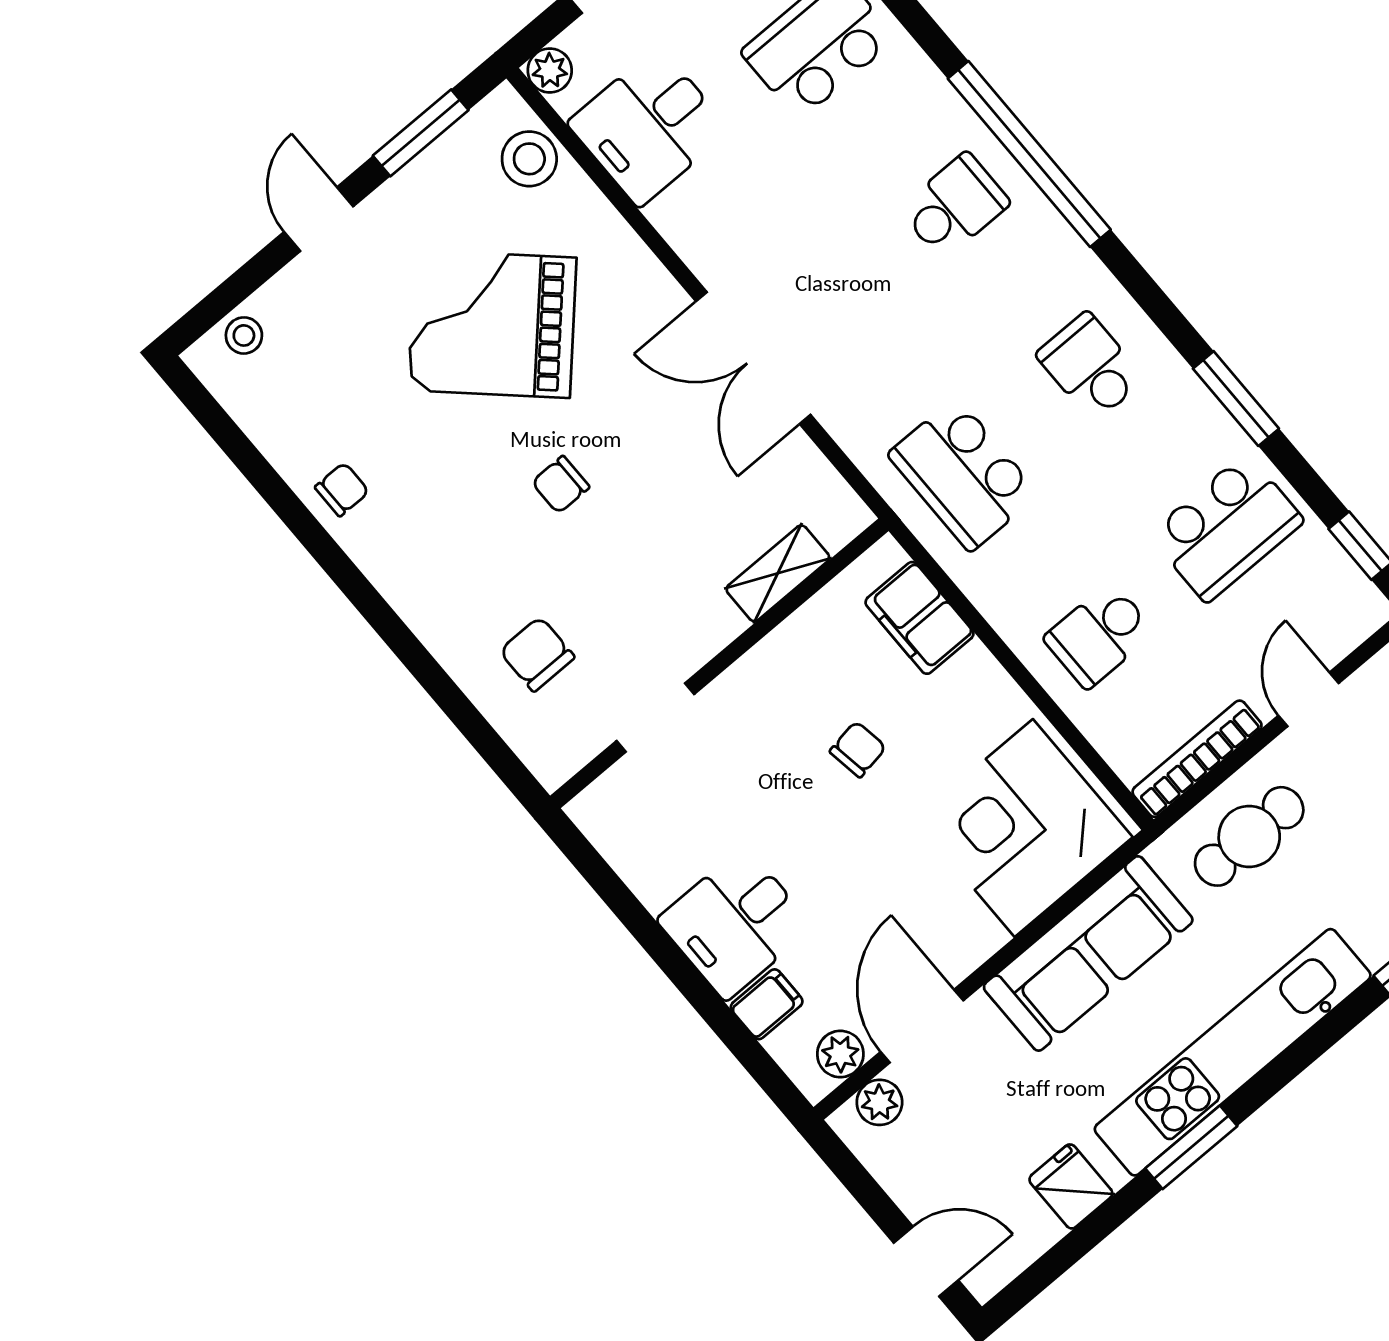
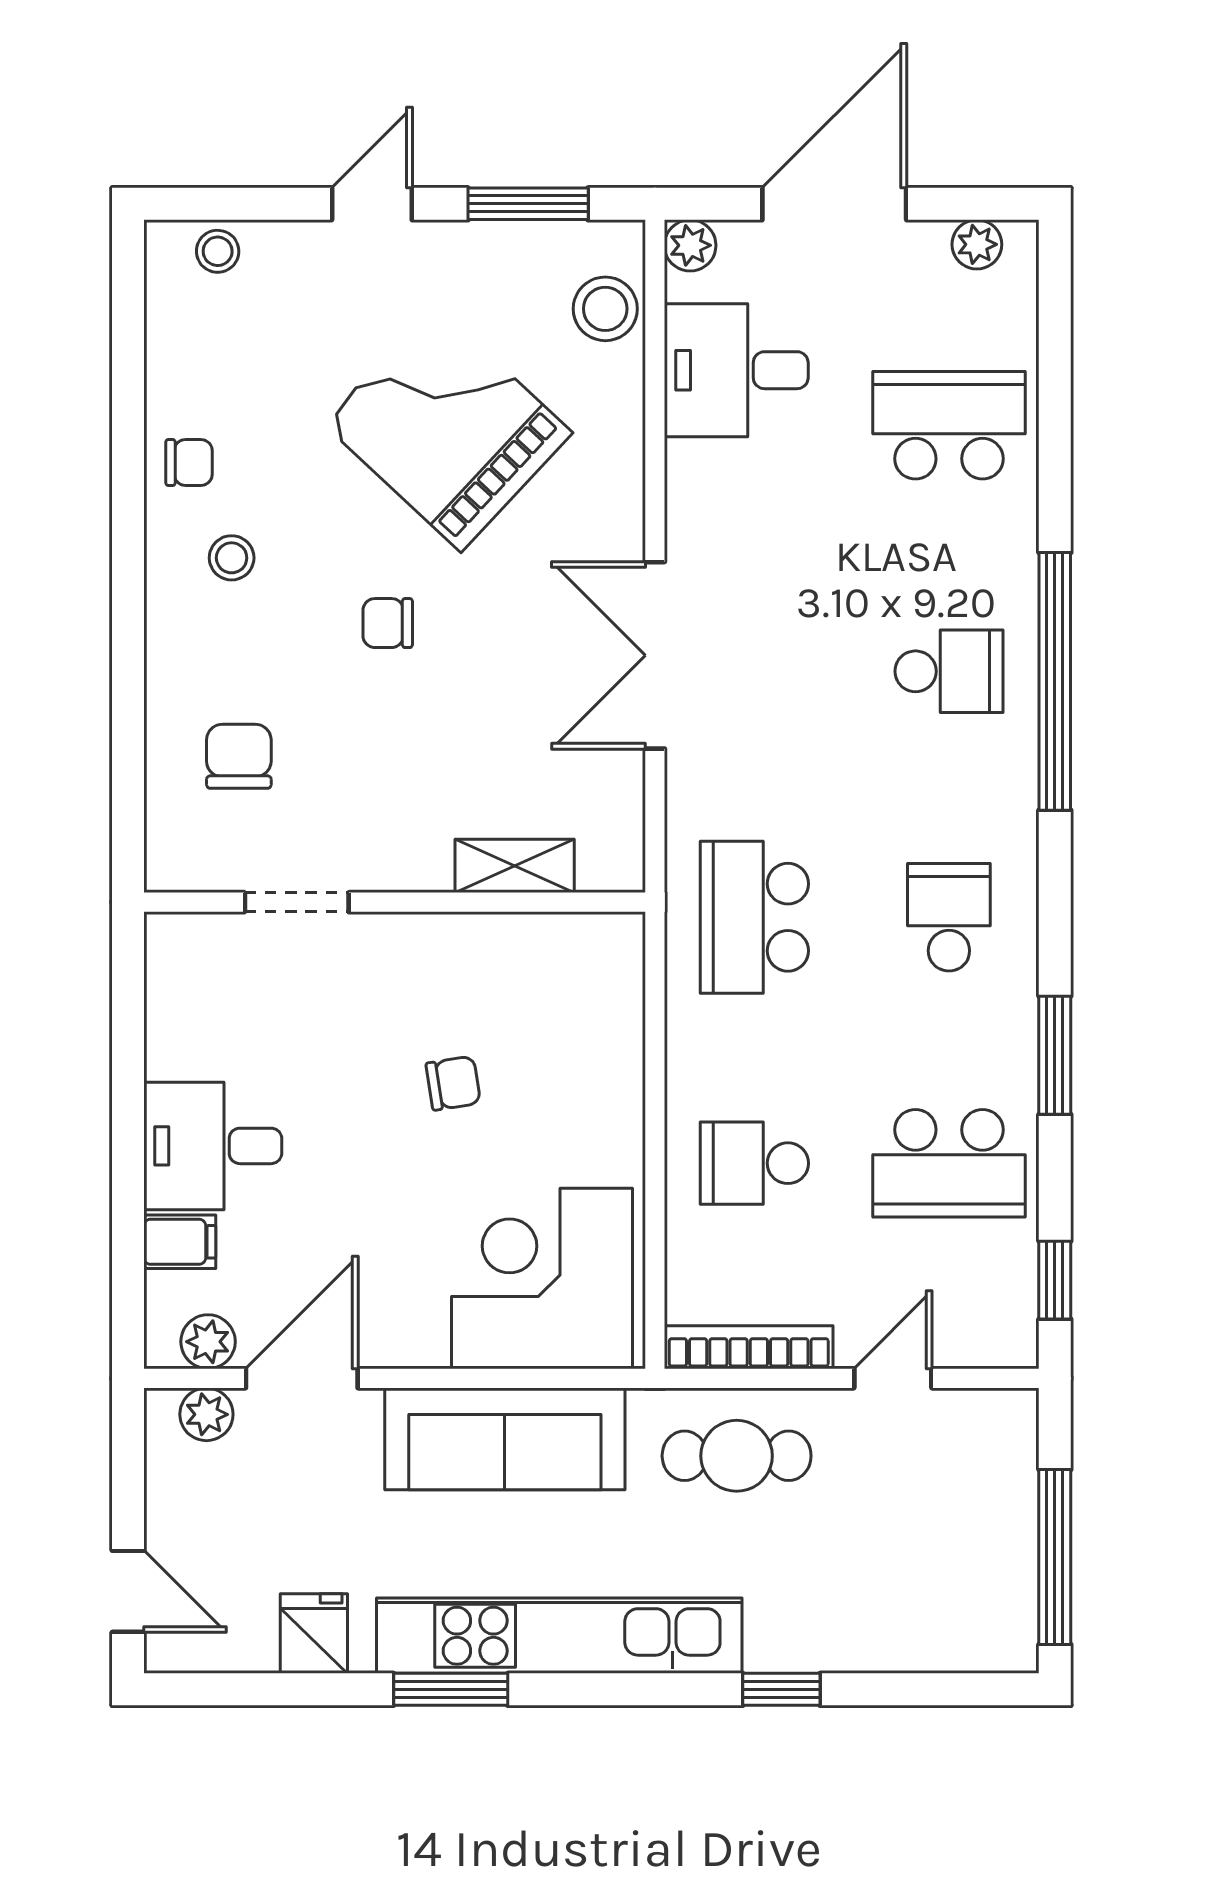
stool: (422, 528) -> (232, 558), added
filing cabinet: (919, 618) -> (607, 1012), removed

